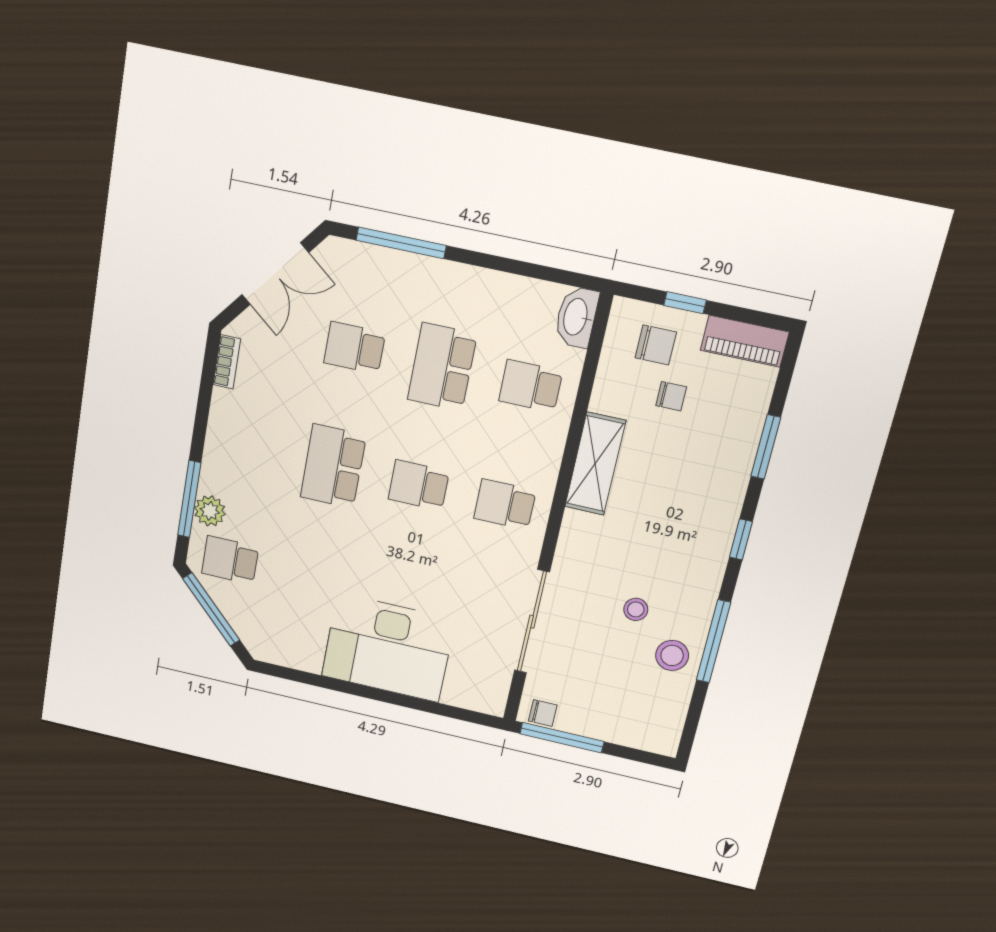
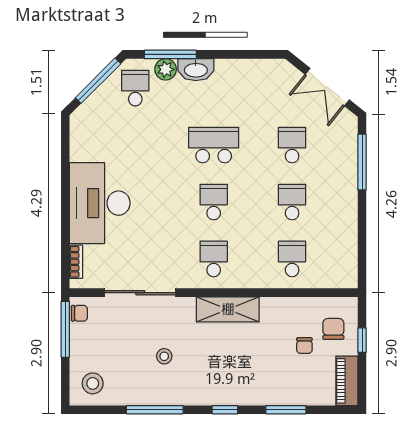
washbasin: (576, 317) -> (196, 70), moved, turned 180
chair: (656, 345) -> (333, 329), turned 180
bookcase: (227, 362) -> (76, 262), moved, turned -90
school desk: (442, 367) -> (292, 202), width x0.54
shelving: (595, 464) -> (228, 309), moved
stool: (672, 655) -> (93, 383), moved
chair: (543, 713) -> (79, 313), turned -90

